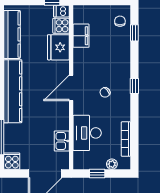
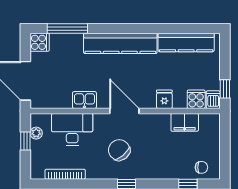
fridge: (58, 47) -> (164, 99), width x0.53, depth x0.75
chair: (105, 92) -> (119, 150), width x1.87, depth x1.87
kitchen sink: (62, 141) -> (84, 100), moved
plant: (112, 164) -> (36, 133), moved

